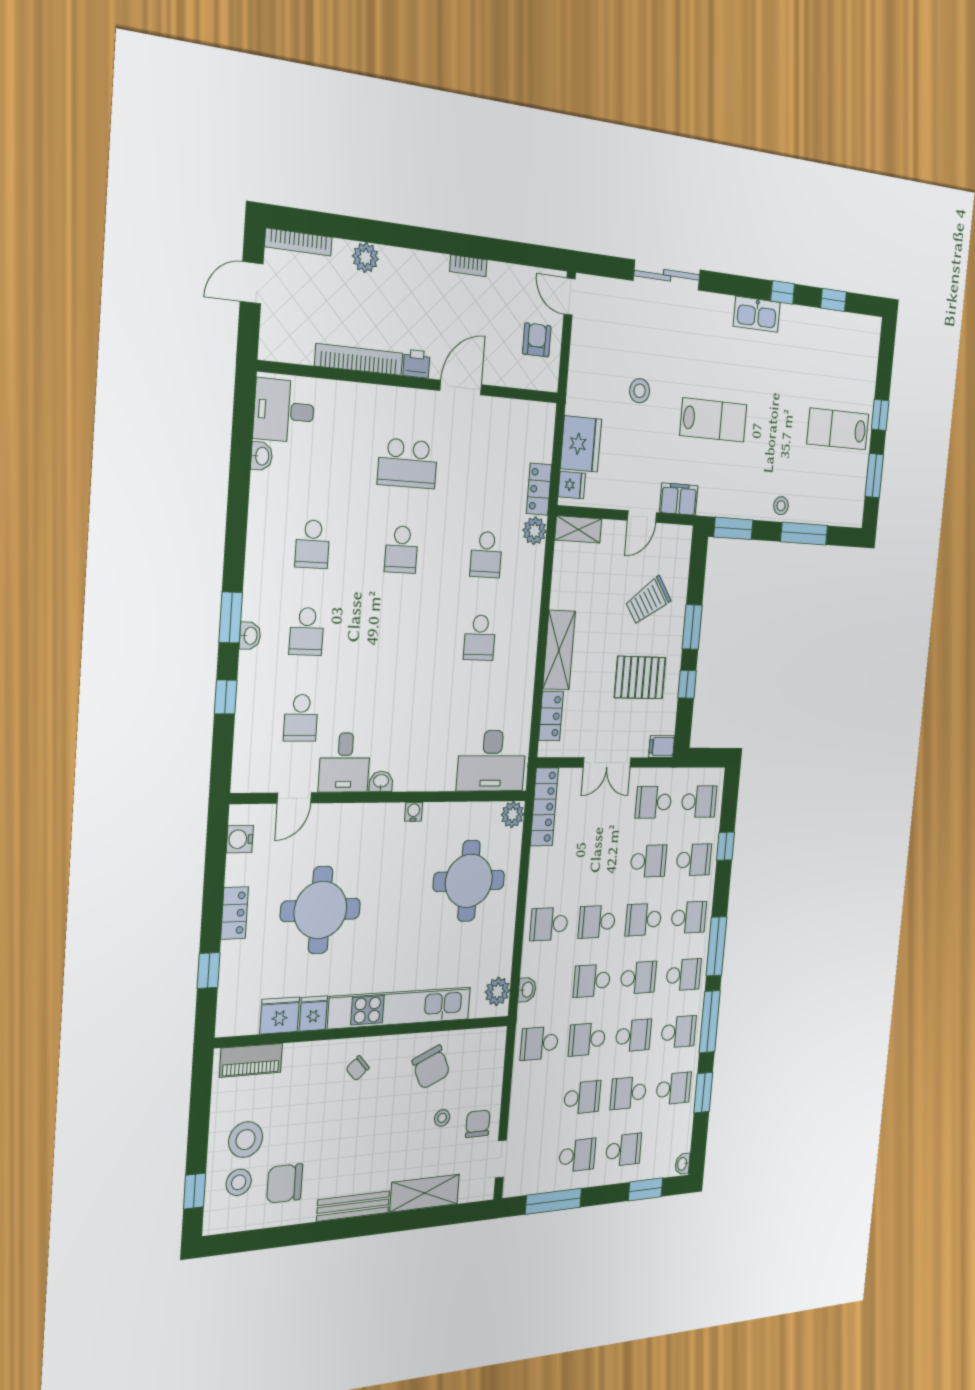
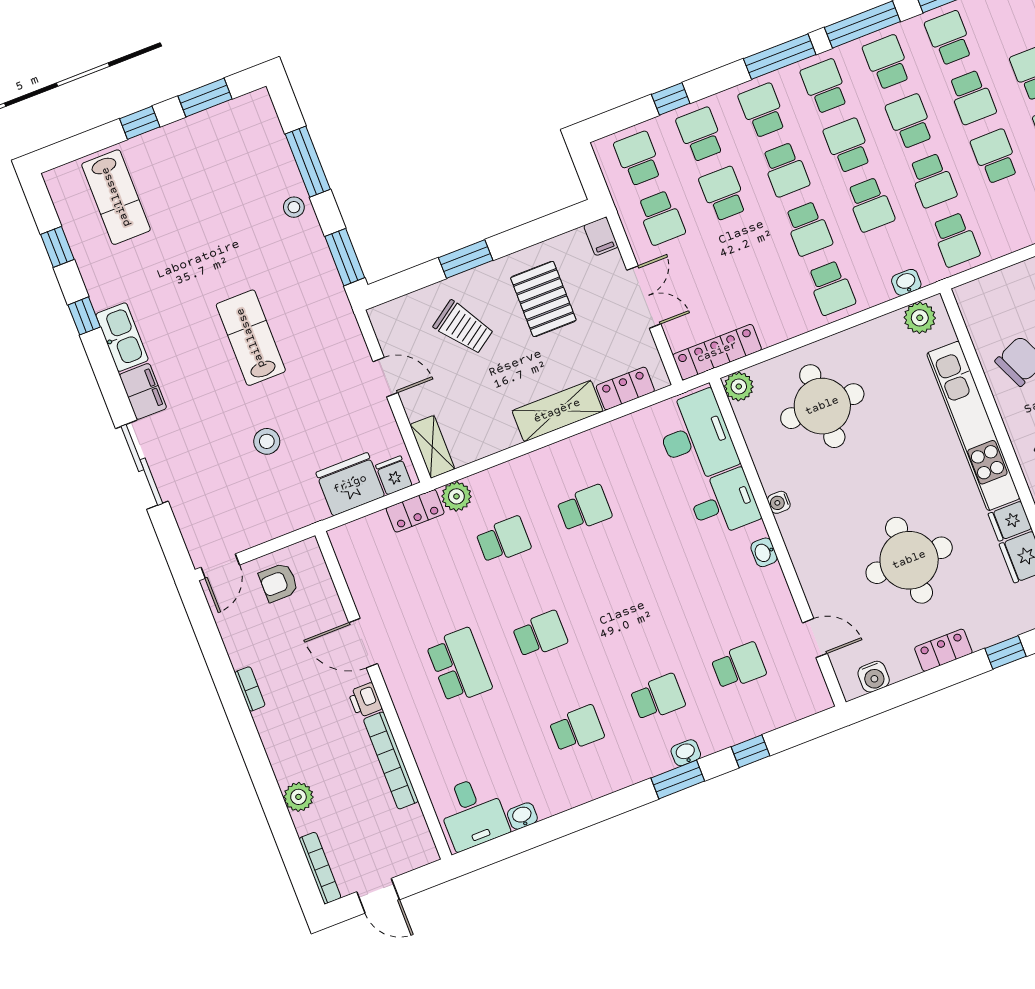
lab bench: (838, 429) -> (116, 197), moved
filing cabinet: (679, 499) -> (143, 391), moved, turned 180
window: (687, 684) -> (525, 236), removed
desk: (345, 763) -> (724, 503), moved

